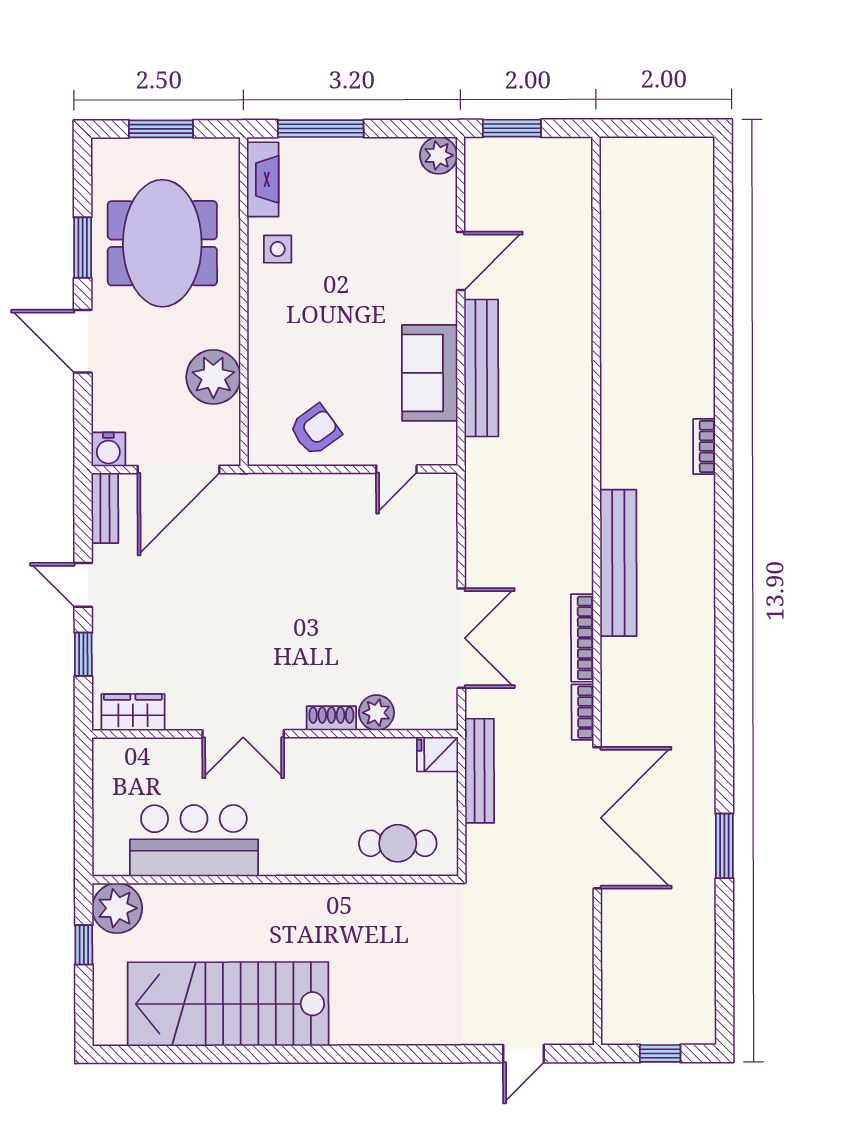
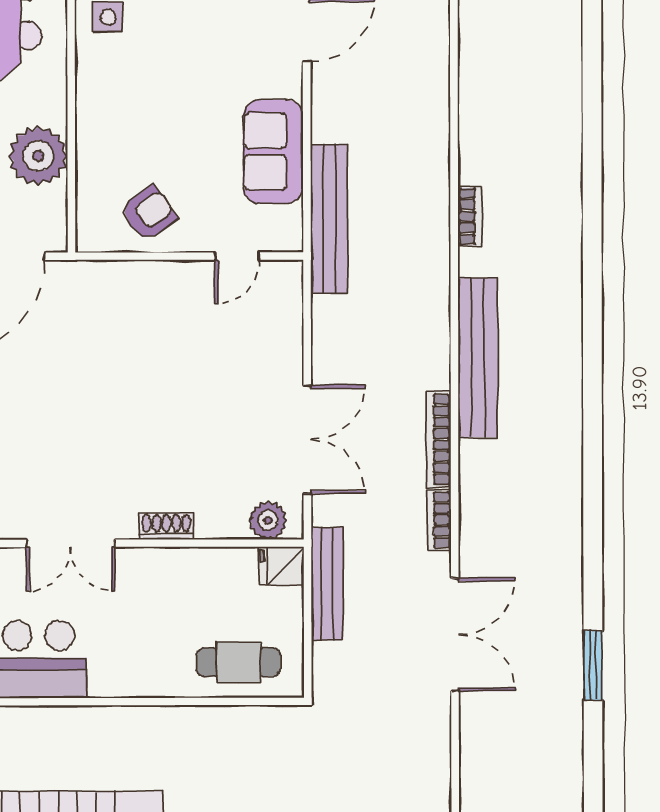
bench: (481, 368) -> (329, 219), moved
bookcase: (704, 447) -> (470, 216), moved, turned 180
plant: (376, 713) -> (268, 520), moved
double door: (597, 818) -> (455, 635), width x0.73

